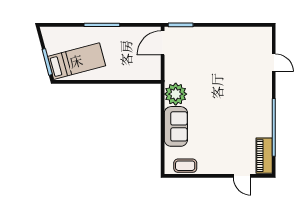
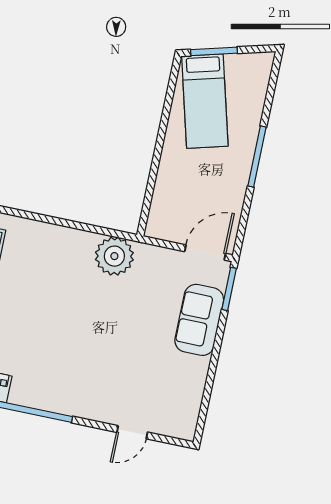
door: (163, 43) -> (205, 252), hinge flipped
sofa: (176, 126) -> (199, 320), moved, turned 90

